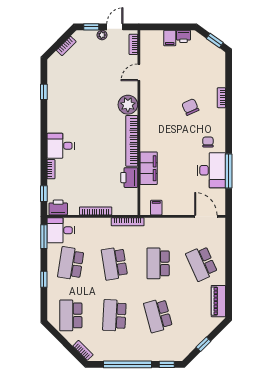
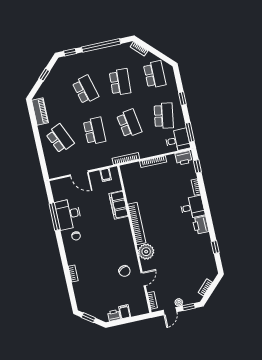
chair: (190, 107) -> (124, 271), moved
printer: (129, 178) -> (201, 225), moved, turned 180
door: (206, 216) -> (79, 173), moved

